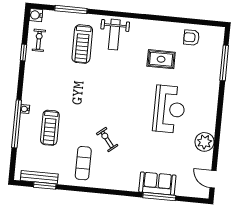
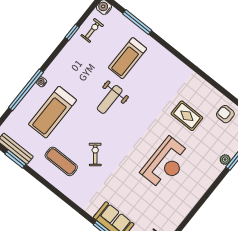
weight bench: (114, 35) -> (110, 99), moved
treadmill: (50, 128) -> (52, 112), width x1.37, depth x1.38
plant: (204, 142) -> (225, 160), moved, width x0.53, depth x0.53
exercise mat: (83, 163) -> (61, 161), turned 90

